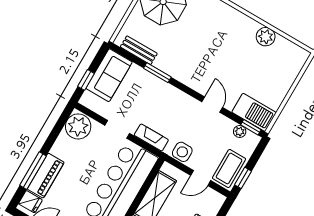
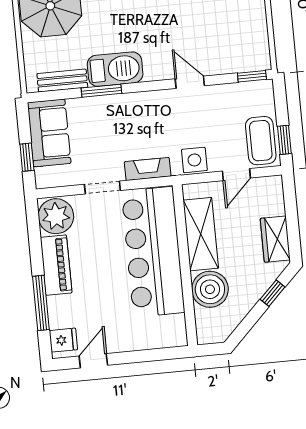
barbecue: (254, 112) -> (115, 69), moved
plant: (240, 132) -> (243, 90), removed
piano: (46, 176) -> (56, 265), moved

